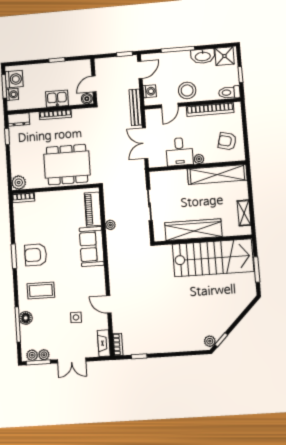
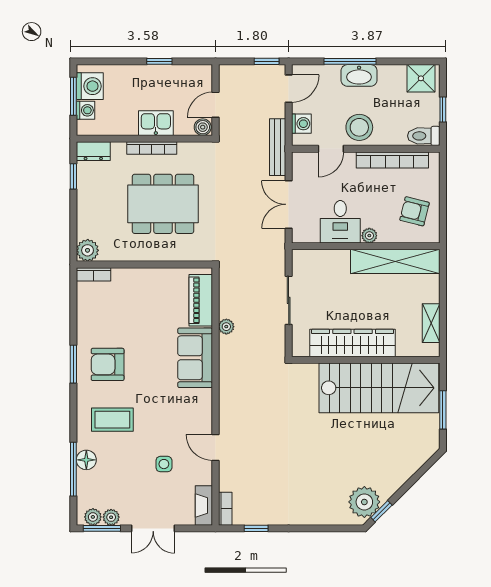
washbasin: (203, 56) -> (359, 75), moved
dining table: (67, 165) -> (163, 204), moved
plant: (210, 341) -> (364, 502), width x1.87, depth x1.87

